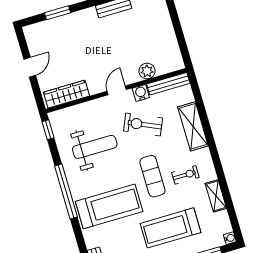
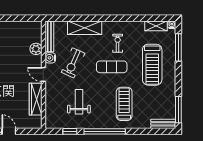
wardrobe: (66, 94) -> (36, 99), moved
window: (48, 130) -> (70, 131), moved
weight bench: (95, 147) -> (79, 102), width x0.73, depth x0.75
shelving: (216, 196) -> (156, 26), moved
treadmill: (109, 206) -> (124, 104), width x0.73, depth x0.73

